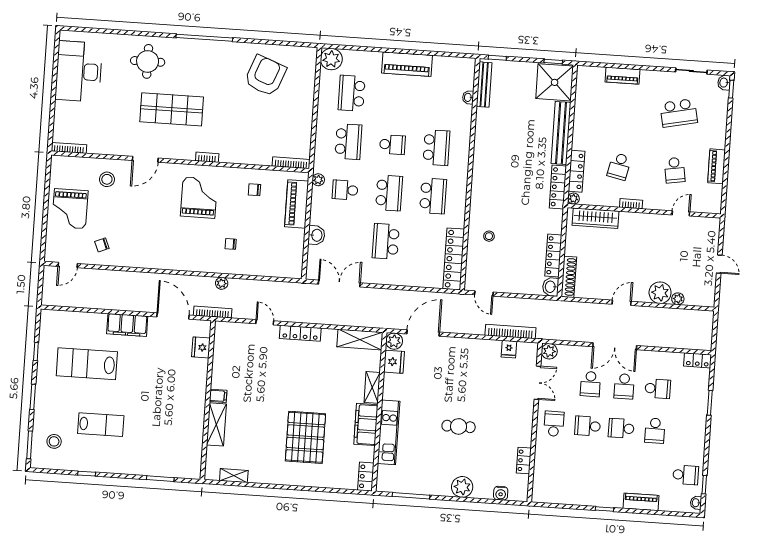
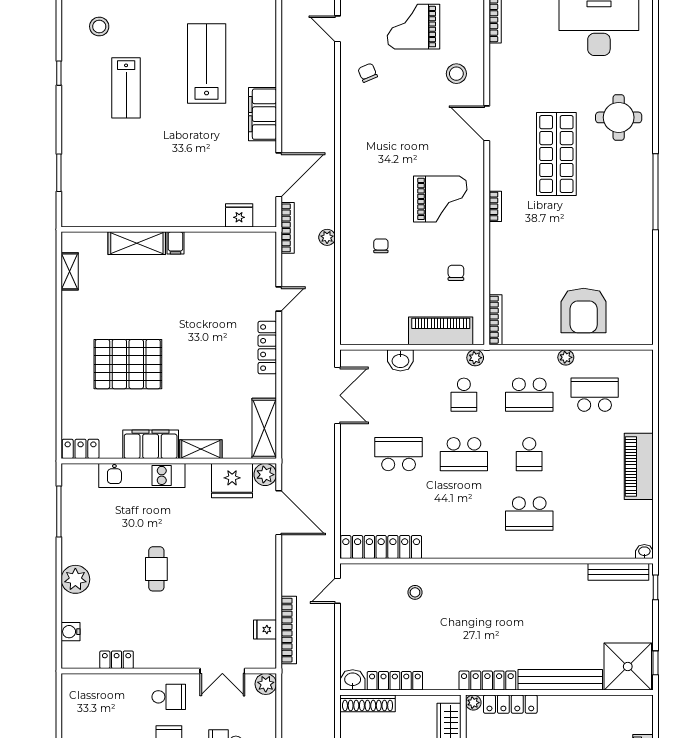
plant: (331, 59) -> (566, 357), moved, width x0.53, depth x0.53
armchair: (265, 76) -> (584, 311), moved, turned 69
washbasin: (468, 97) -> (644, 552), moved
school desk: (345, 190) -> (464, 395), turned 180
school desk: (433, 196) -> (464, 514), removed
fridge: (394, 362) -> (232, 481), width x1.36, depth x1.34

